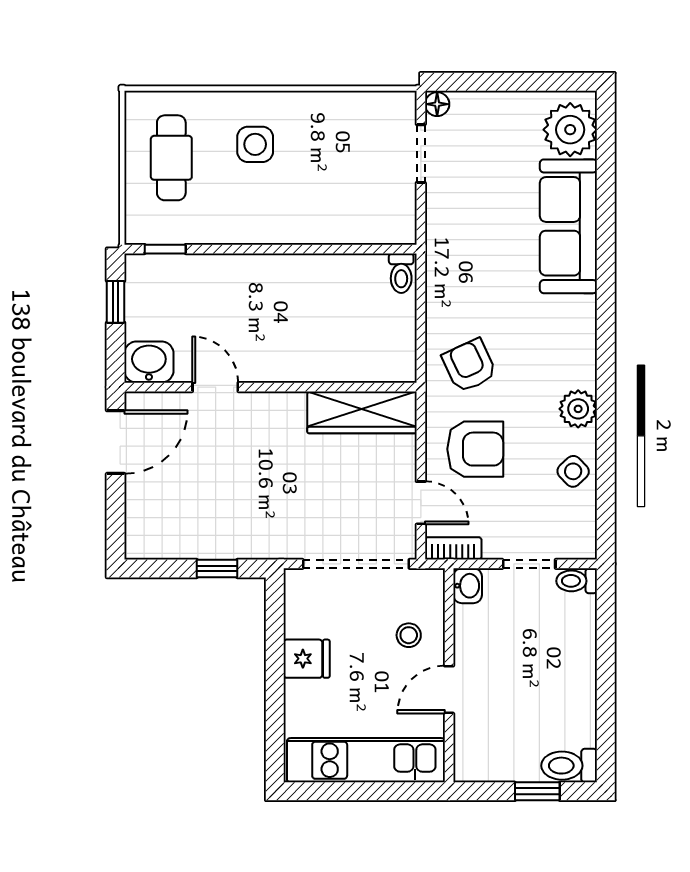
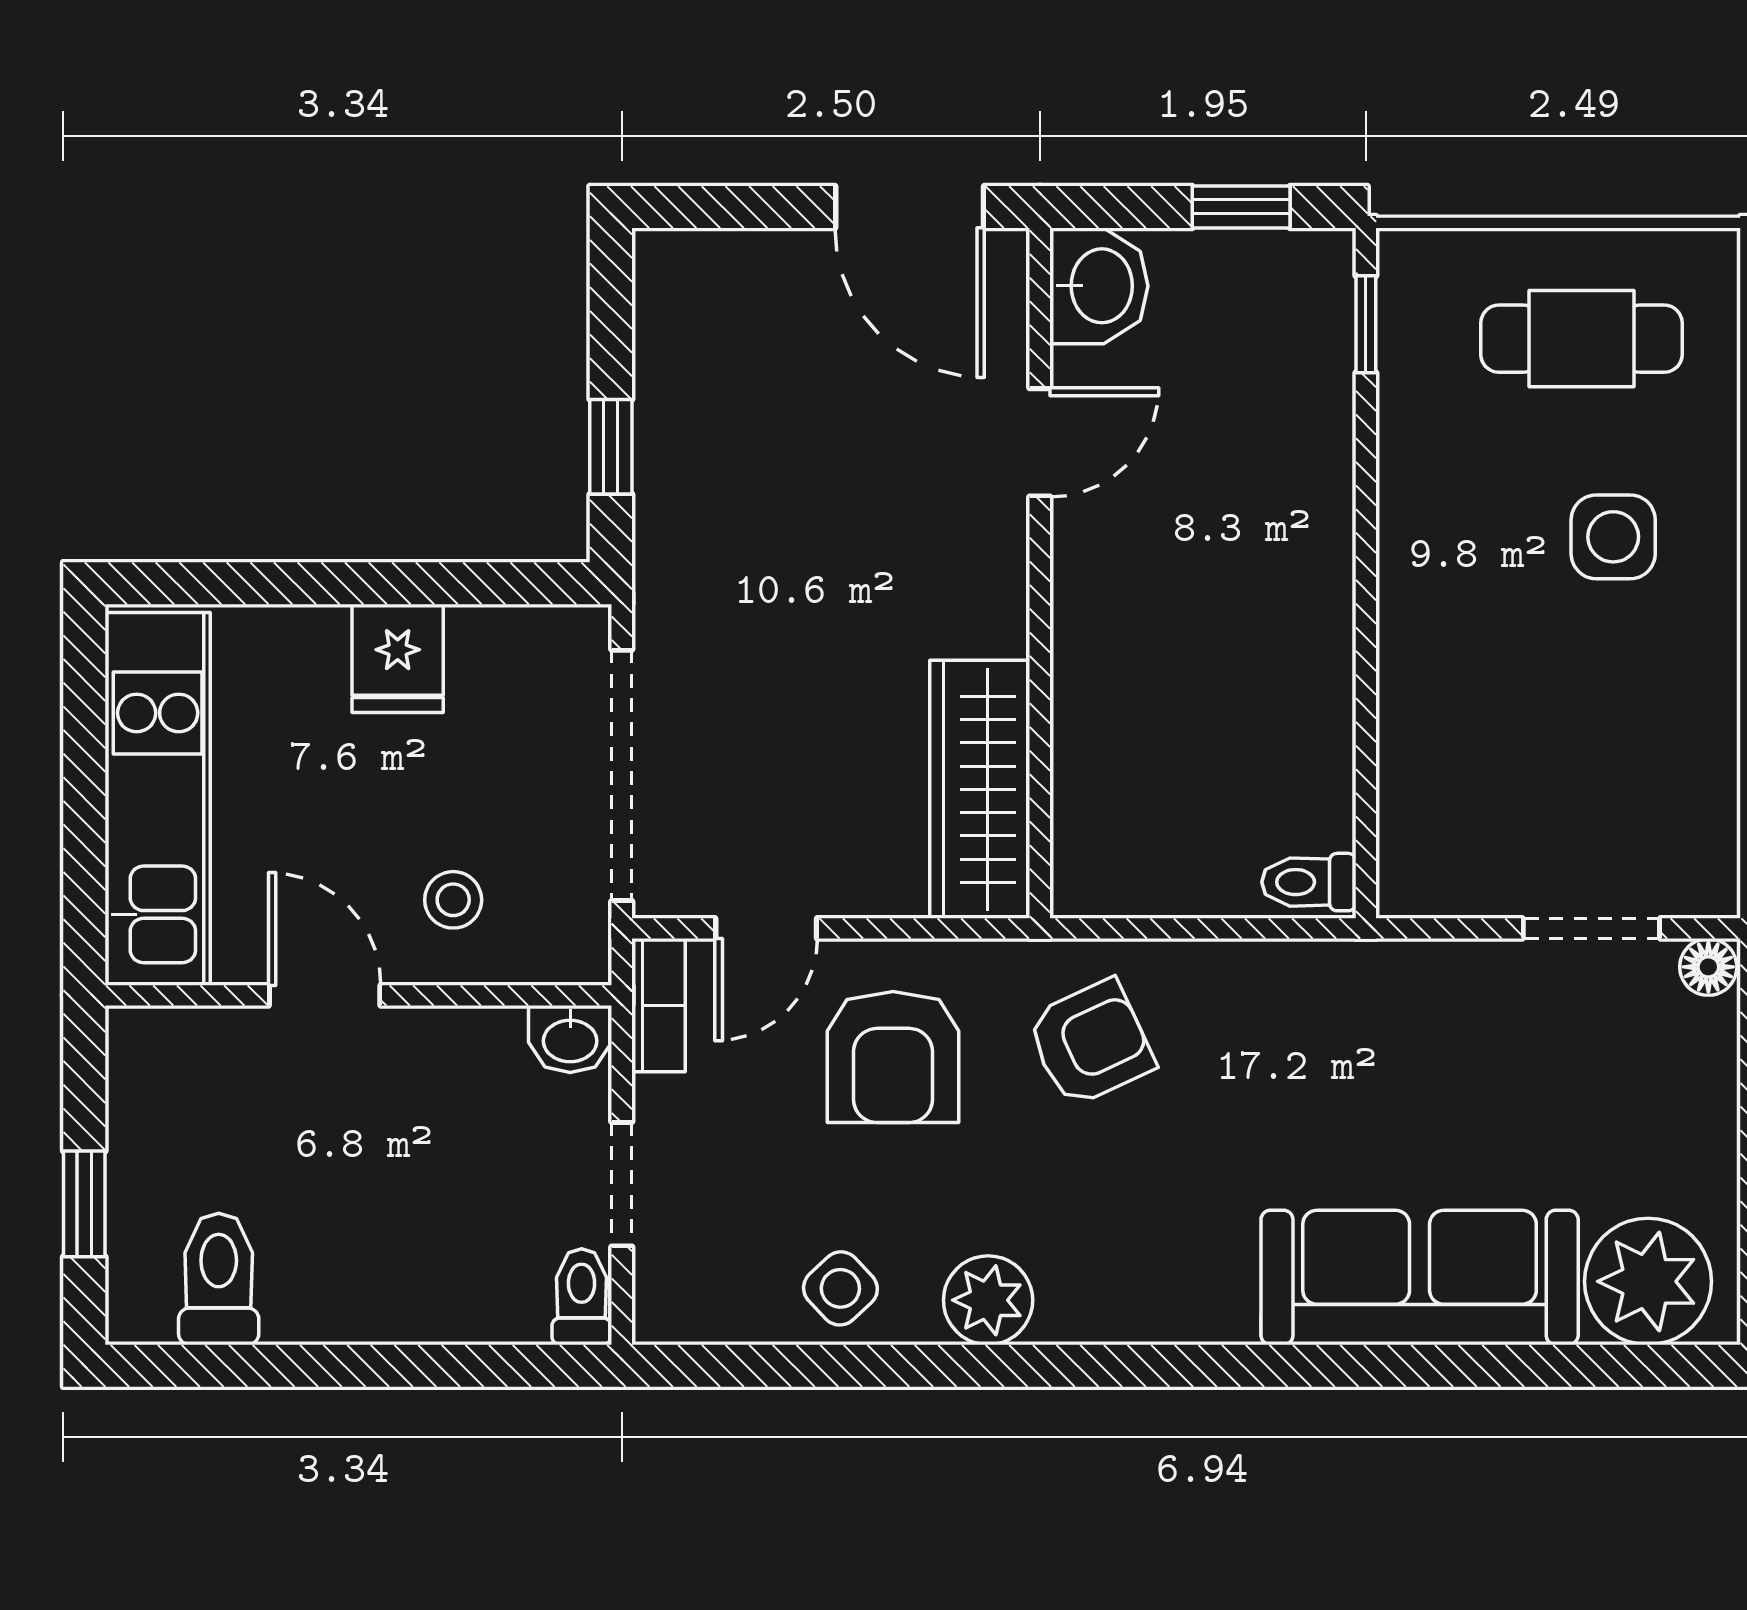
toilet: (569, 766) -> (219, 1279), moved

